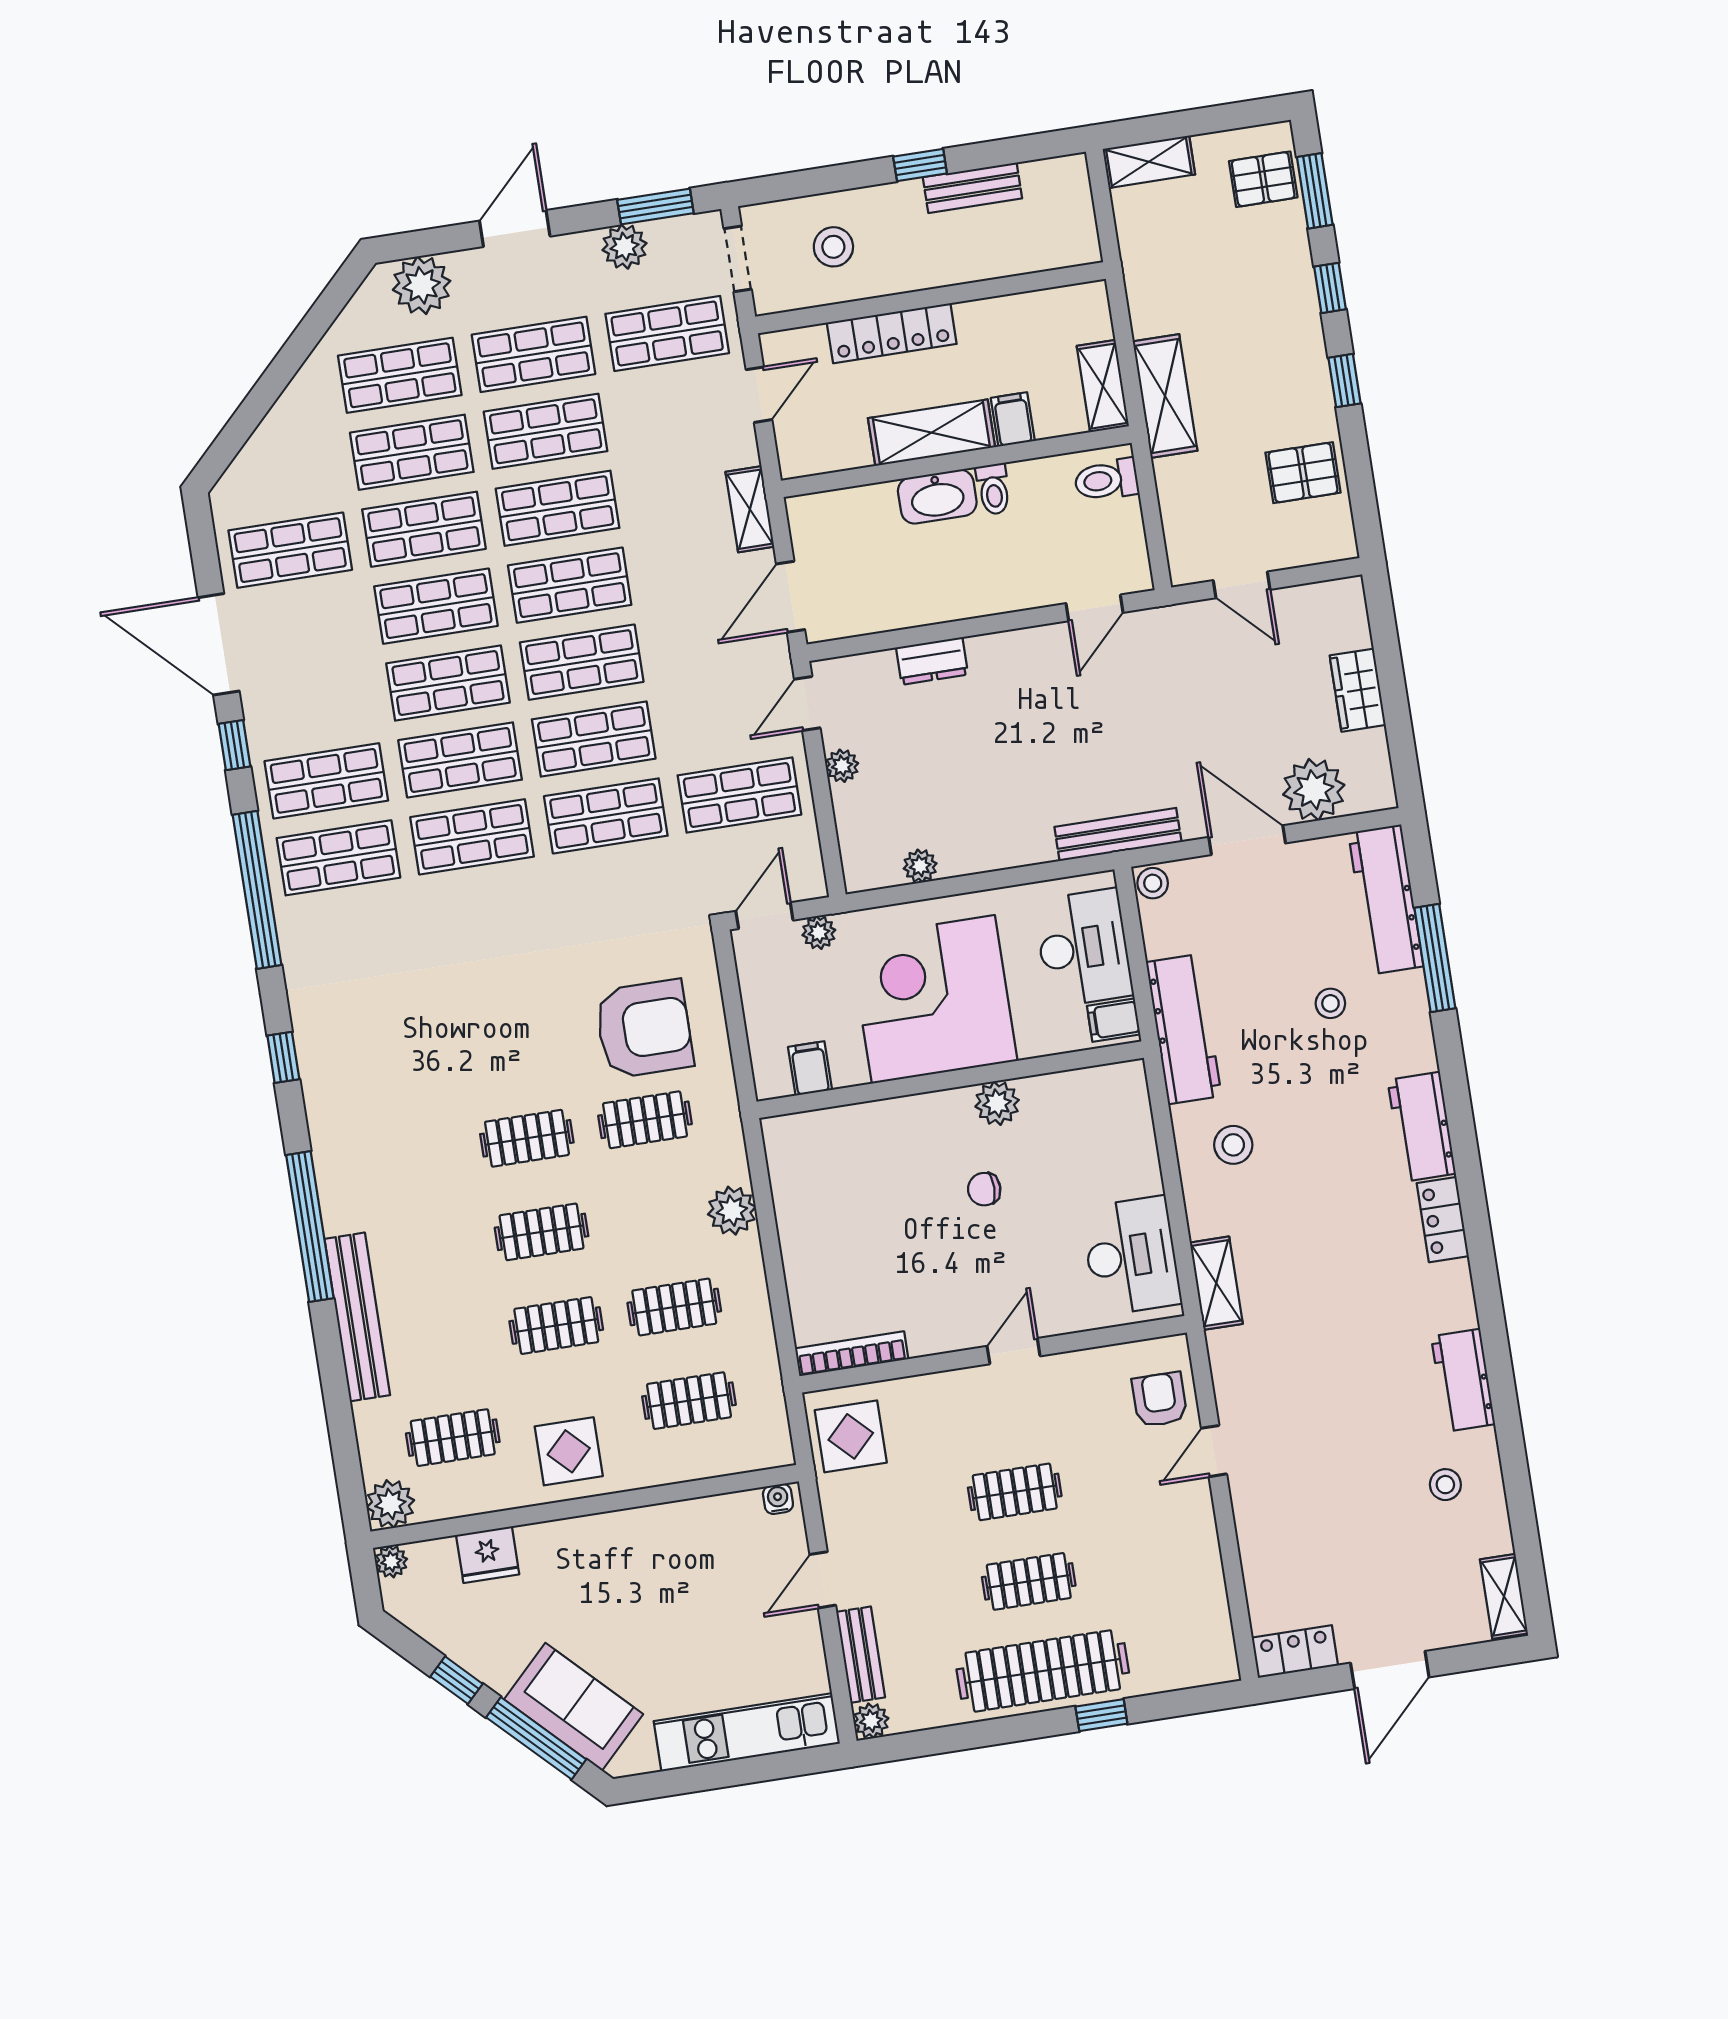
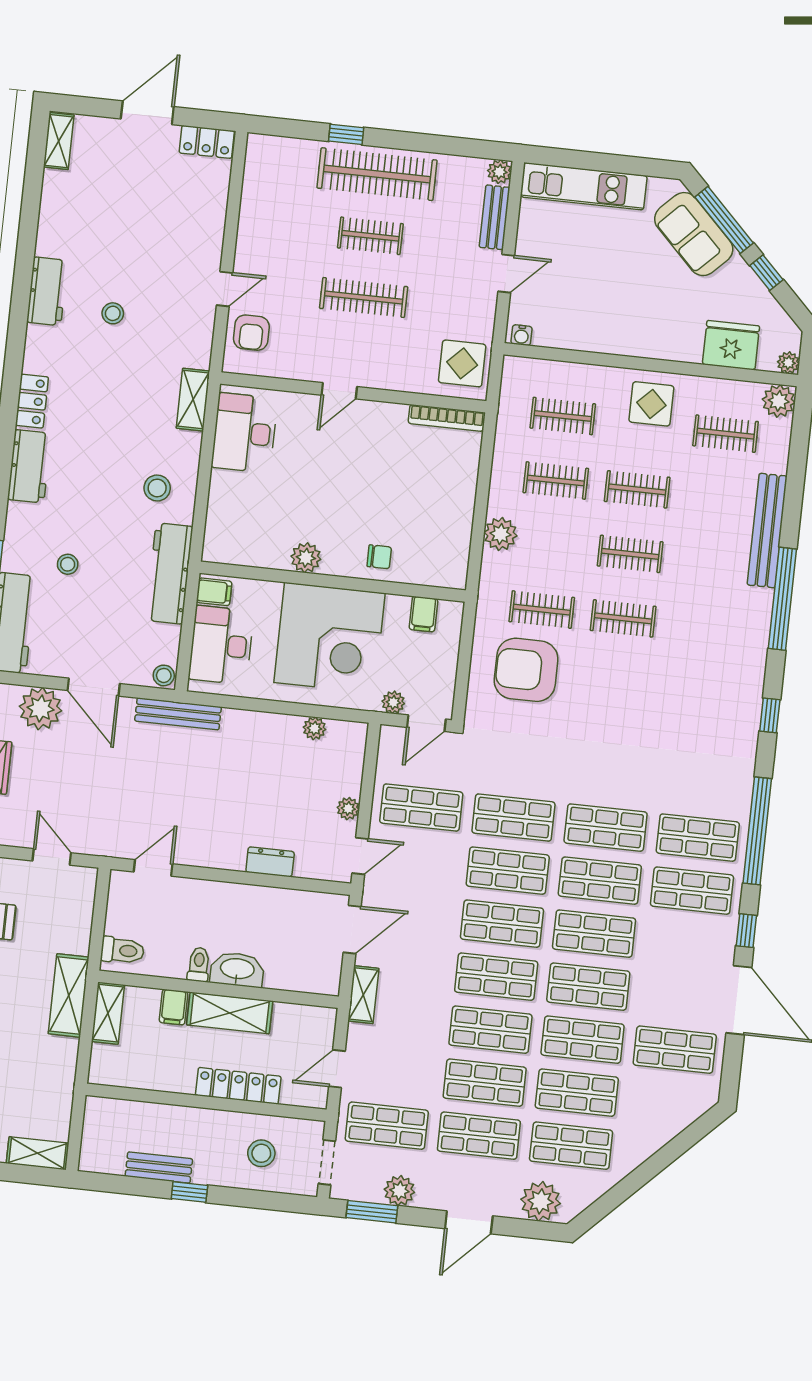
chair: (984, 1189) -> (379, 557), moved
stool: (1445, 1485) -> (113, 313), moved
clothes rail: (1015, 1492) -> (364, 297), width x1.36
fridge: (488, 1555) -> (731, 345), width x1.36, depth x1.34

